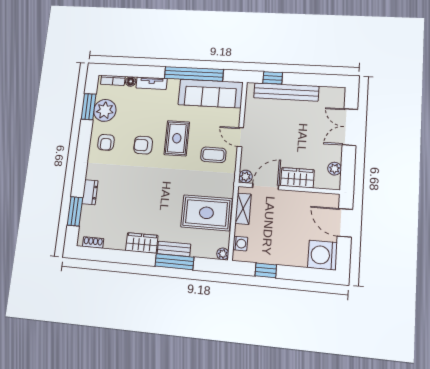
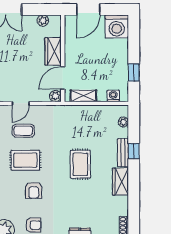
coffee table: (213, 155) -> (23, 131), moved, turned 90
door: (266, 186) -> (63, 78), hinge flipped
rug: (206, 213) -> (80, 164), moved, width x0.73, depth x0.70
plant: (223, 254) -> (123, 122), moved
window: (174, 262) -> (134, 151), width x0.46

